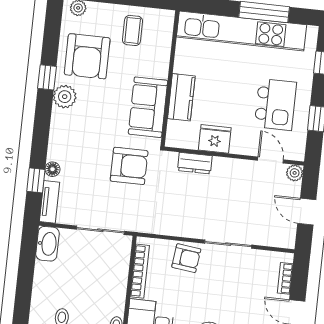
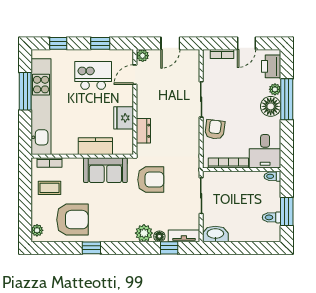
bookcase: (166, 34) -> (50, 163), added
plant: (65, 97) -> (144, 233), moved
armchair: (129, 166) -> (151, 180), turned 90

